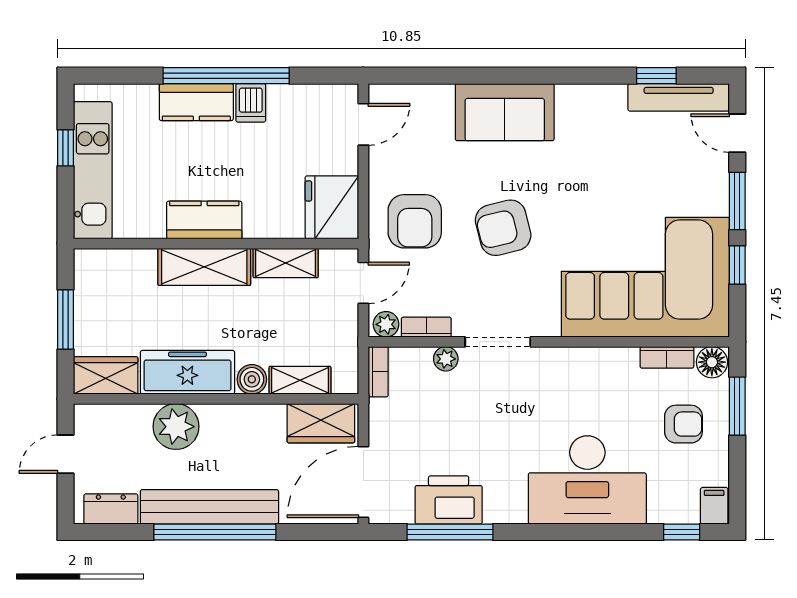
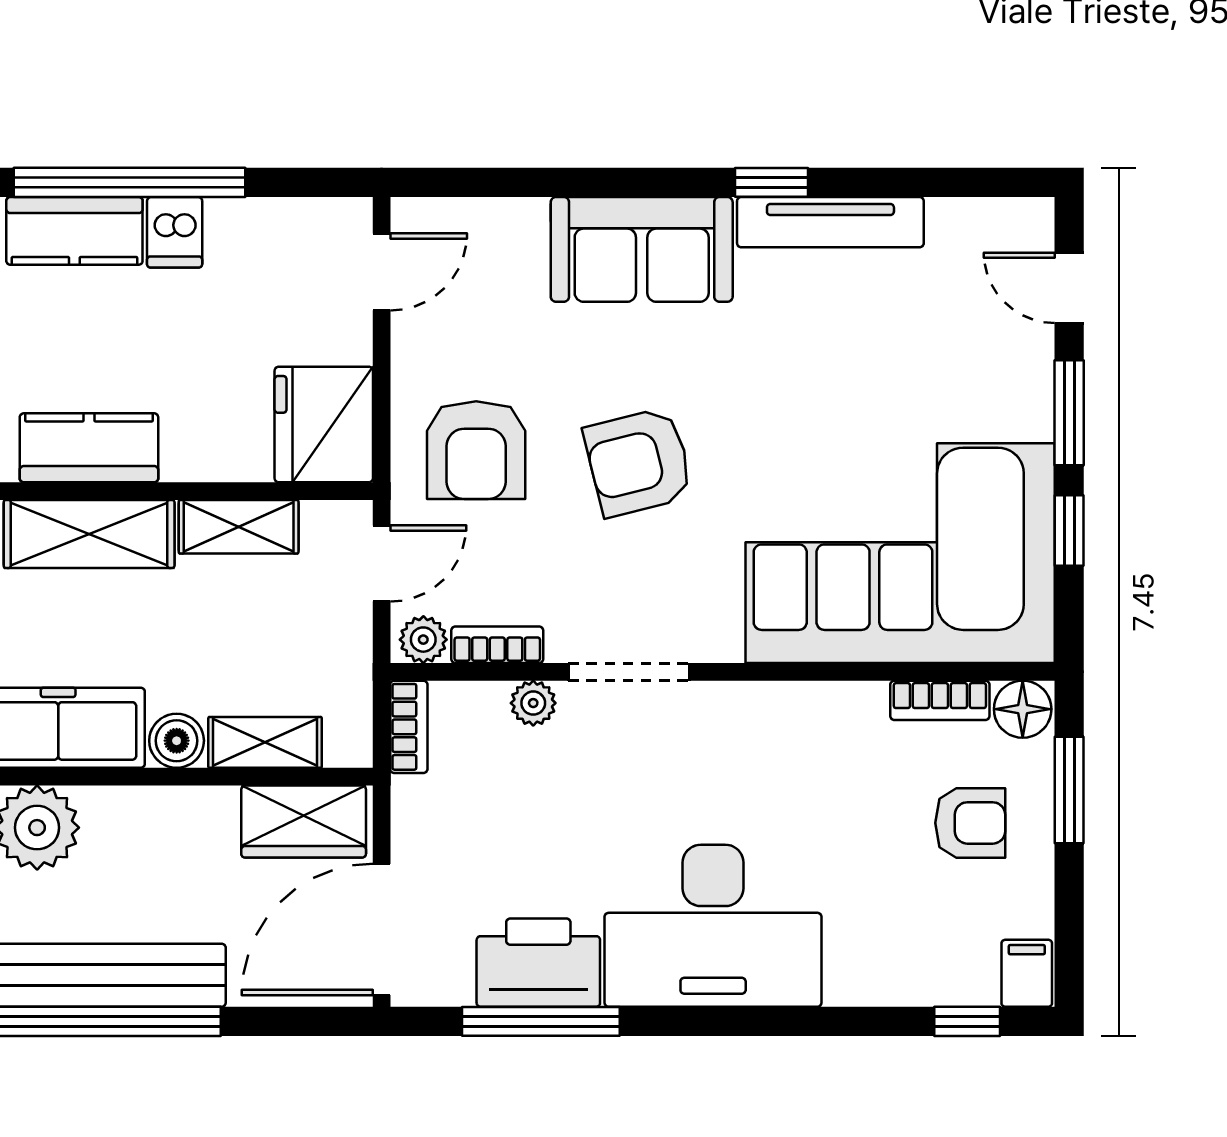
window: (656, 76) -> (772, 182), moved
tv unit: (679, 97) -> (830, 222), moved
desk: (587, 480) -> (713, 926), moved

